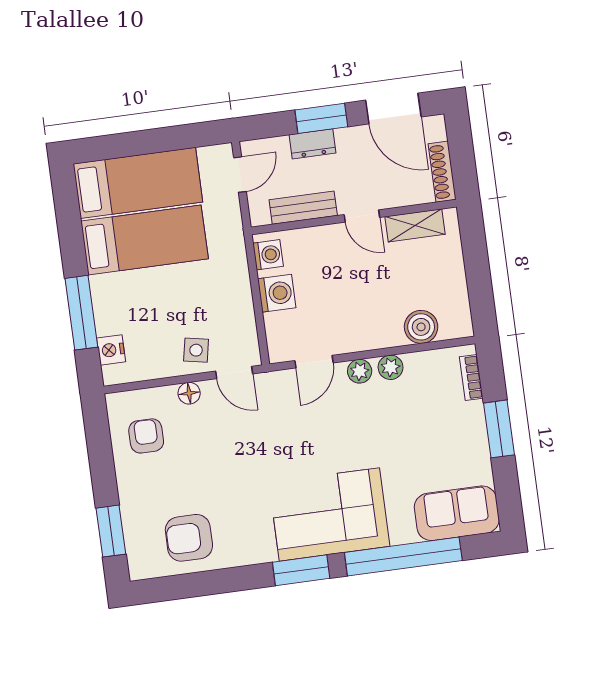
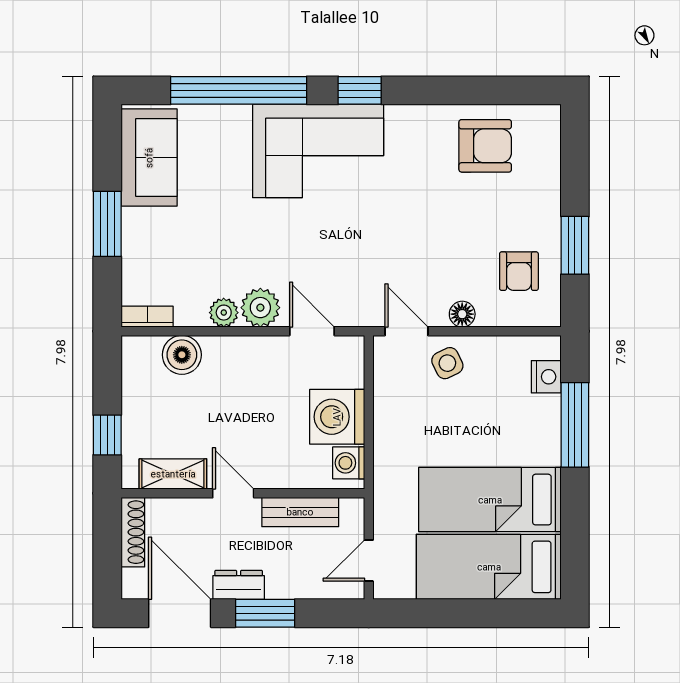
dresser: (313, 144) -> (239, 585), moved
window: (475, 251) -> (107, 435), added
washing machine: (277, 293) -> (337, 417), width x1.37, depth x1.37
side table: (196, 350) -> (447, 363), turned -37
door: (314, 362) -> (312, 331), hinge flipped
plant: (360, 371) -> (260, 308), width x1.38, depth x1.38
bookcase: (471, 378) -> (147, 317), moved, turned -90
sofa: (457, 513) -> (149, 158), moved, turned -90
window: (111, 531) -> (575, 245), moved
window: (301, 570) -> (360, 90), width x0.67

